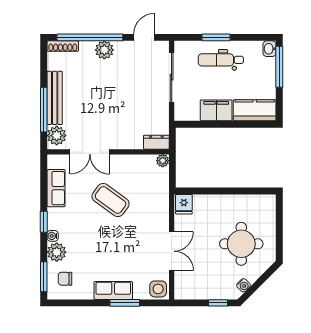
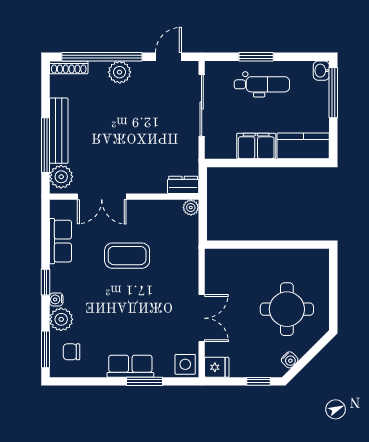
dental chair: (221, 60) -> (262, 84), turned 180
coffee table: (111, 200) -> (127, 256), turned -36
fridge: (184, 204) -> (217, 367), moved, turned -90

